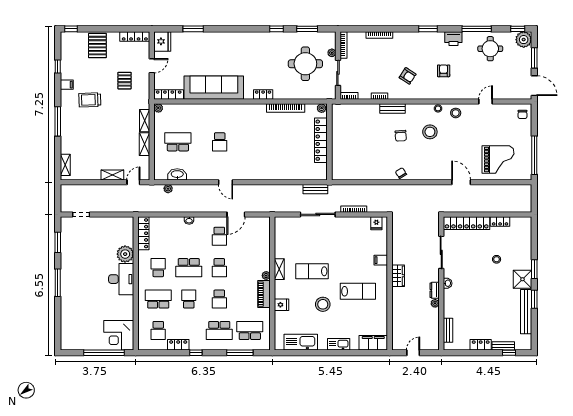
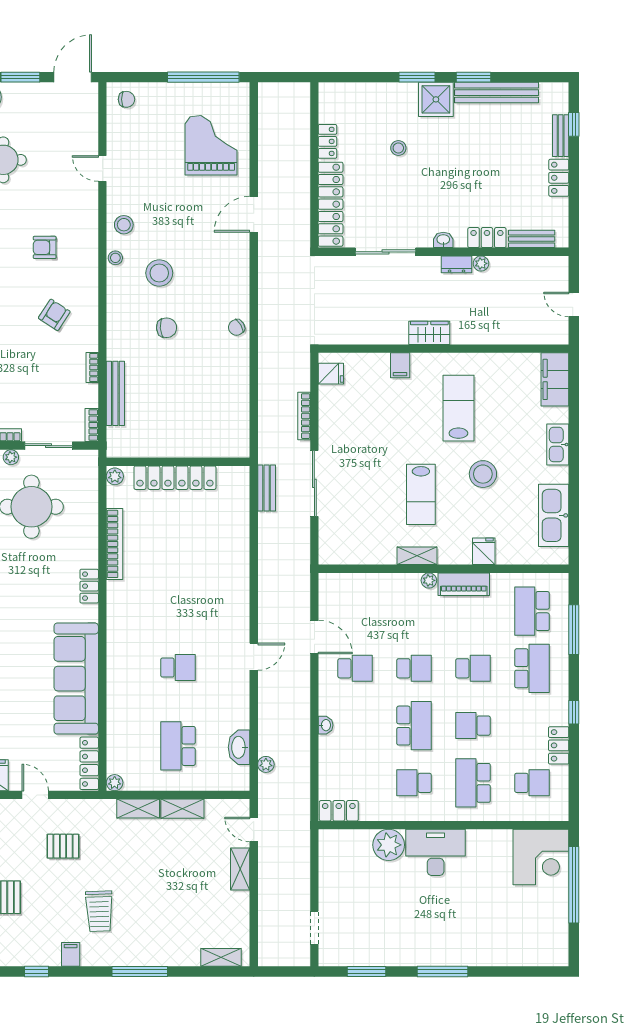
bench: (392, 108) -> (115, 393), moved, width x1.36
locker: (143, 233) -> (339, 811), width x0.66
locker: (449, 306) -> (487, 238), added

